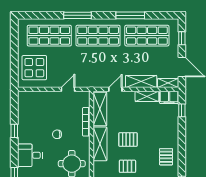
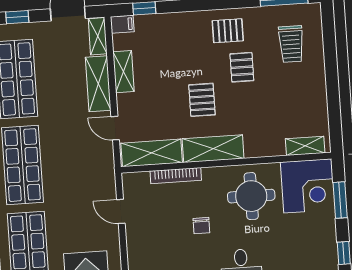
filing cabinet: (169, 97) -> (122, 24), width x0.50
pallet: (127, 166) -> (242, 67), moved

